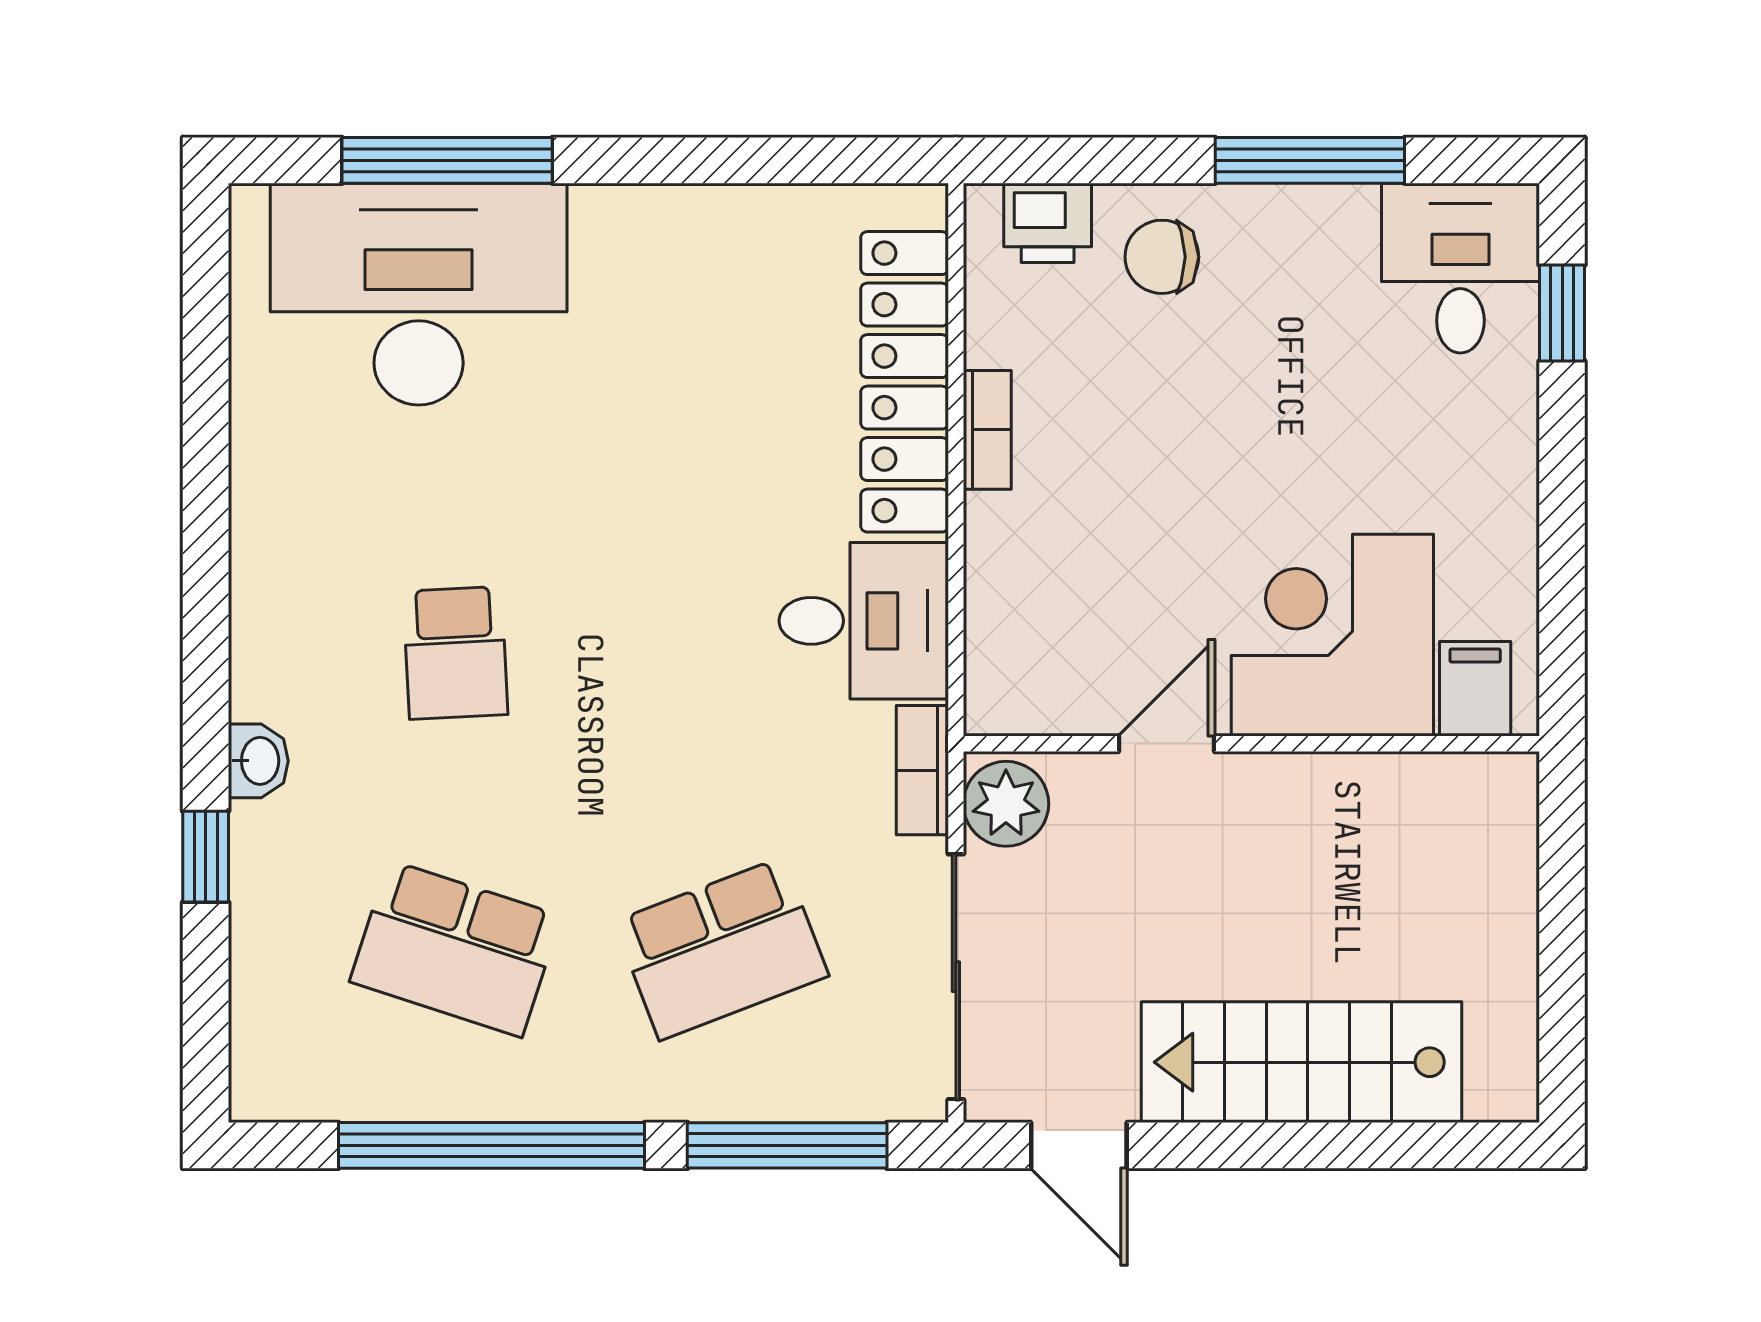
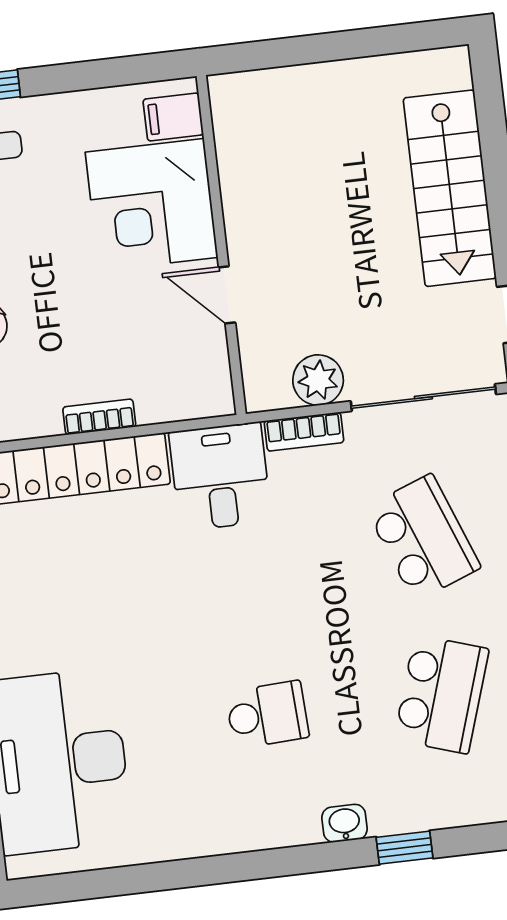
corner desk: (1332, 635) -> (152, 205), moved
filing cabinet: (1475, 689) -> (173, 117), moved
door: (1166, 744) -> (227, 295), moved
wall: (1251, 744) -> (221, 245), moved

